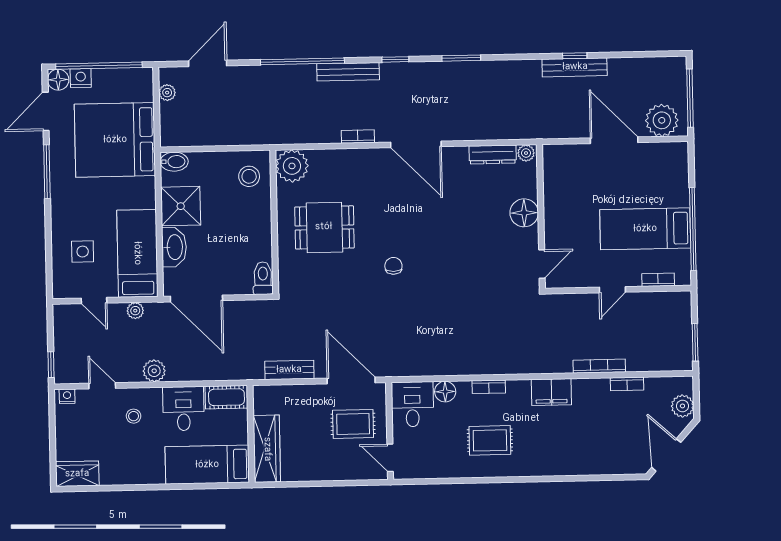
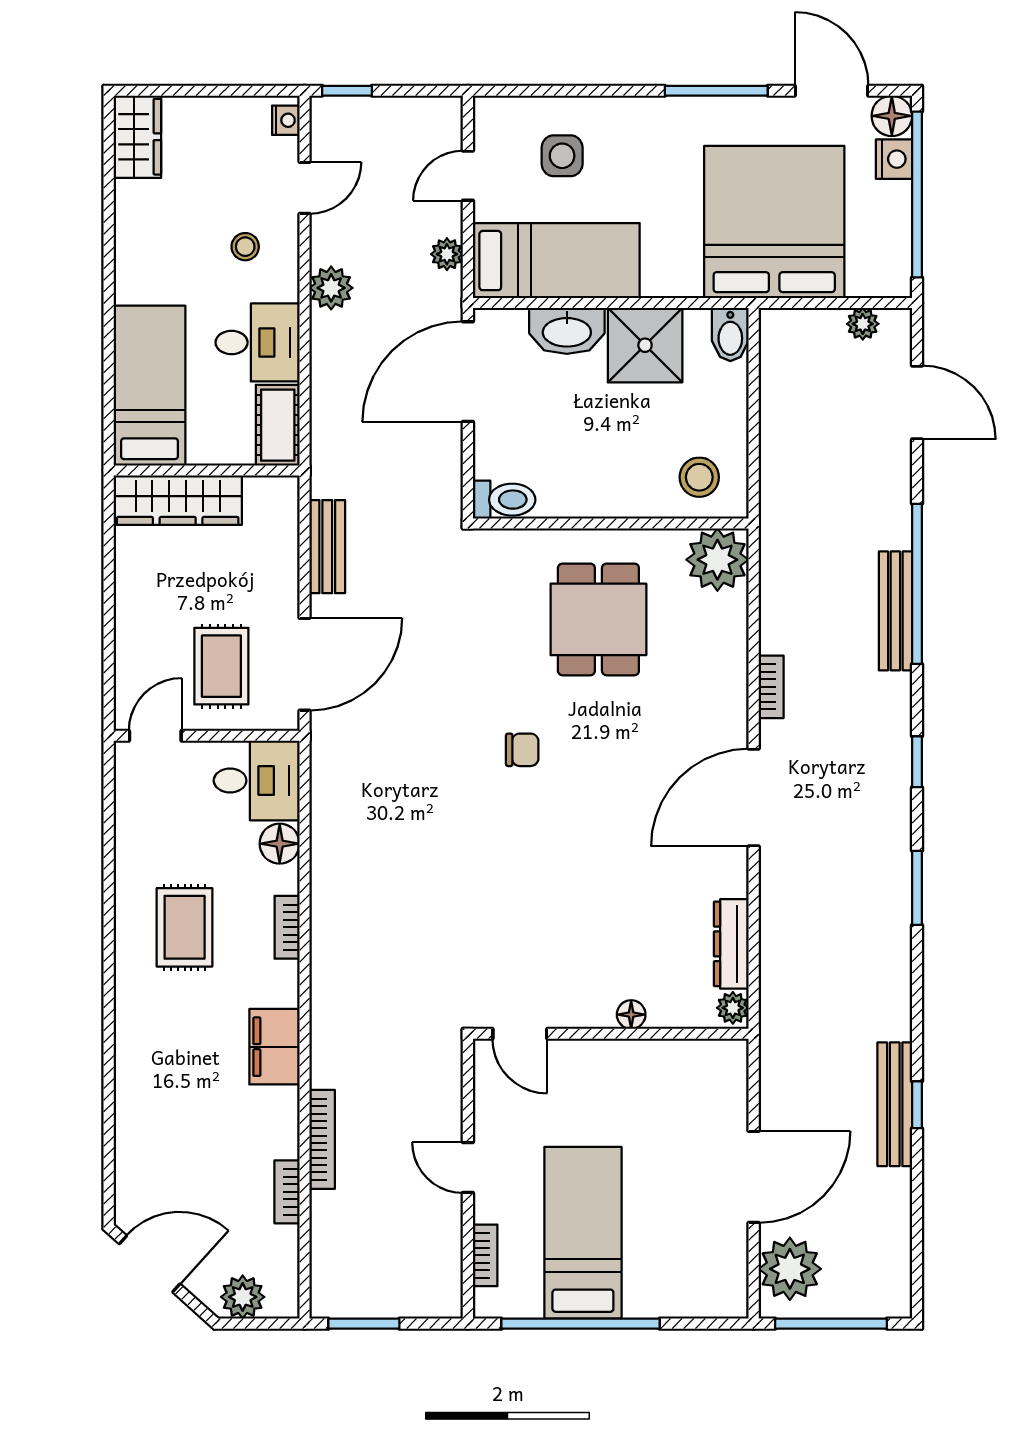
bench: (348, 72) -> (895, 611), moved
floor lamp: (524, 213) -> (631, 1015), width x0.53, depth x0.53

